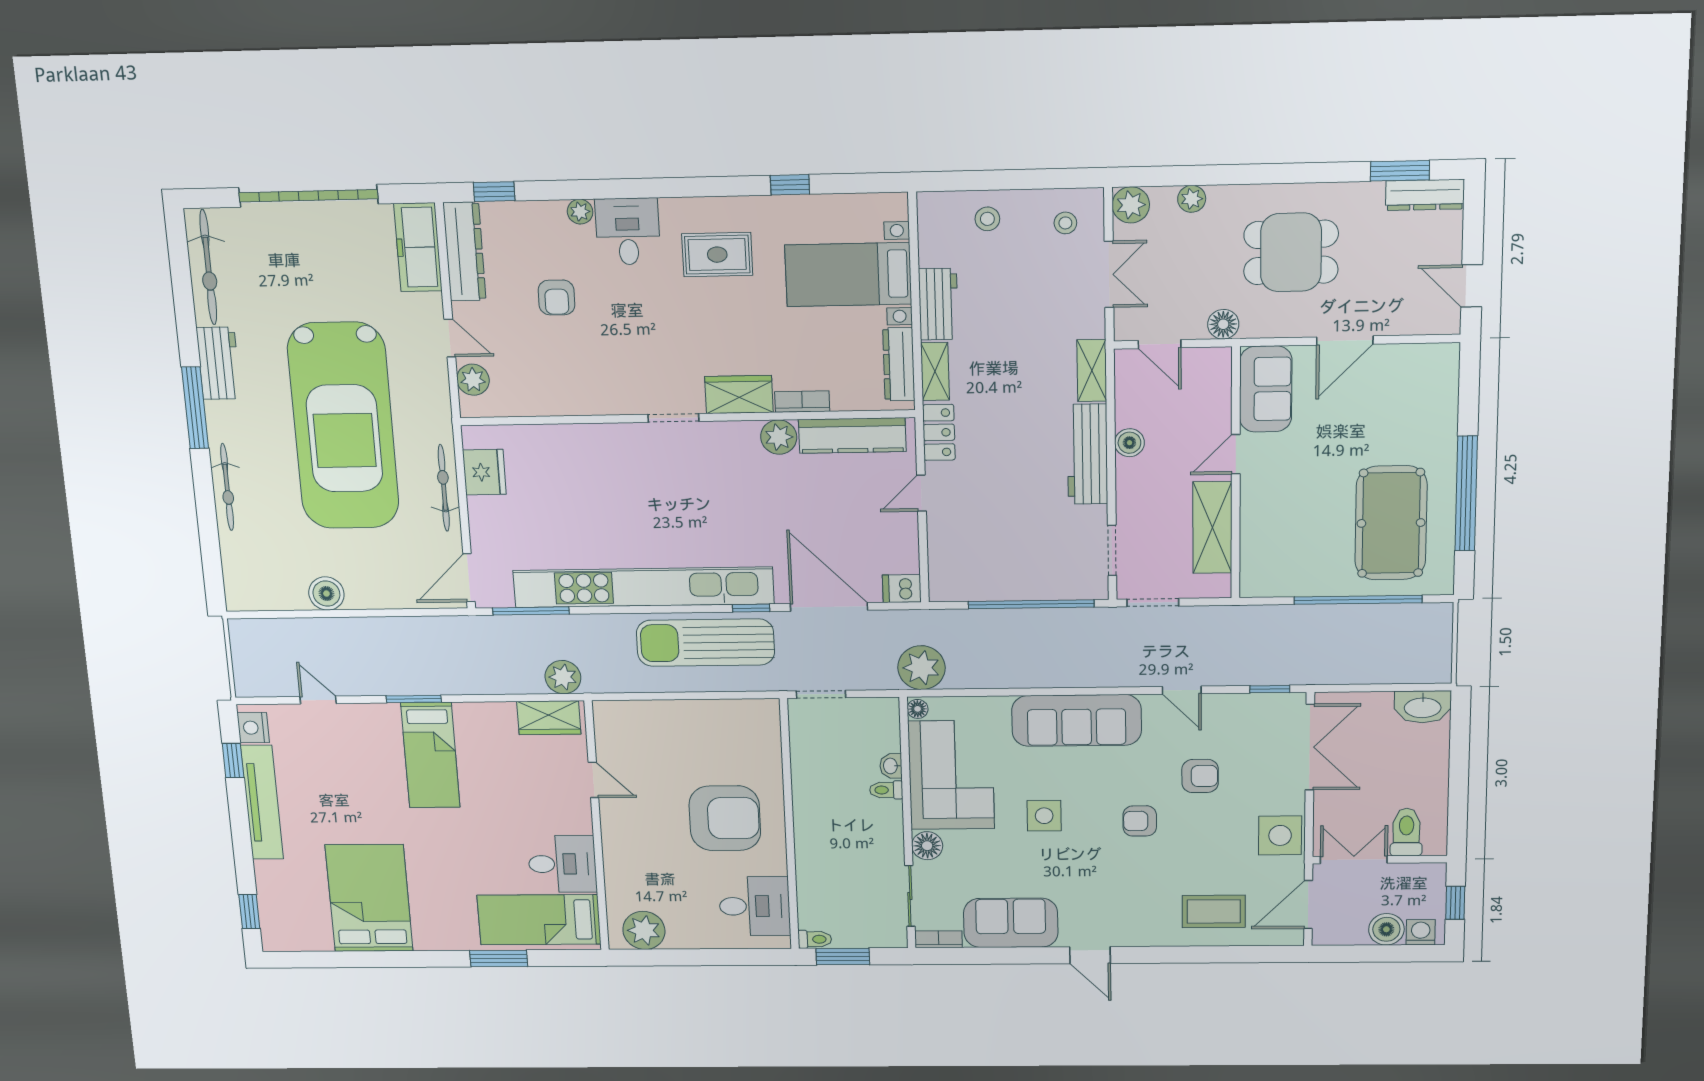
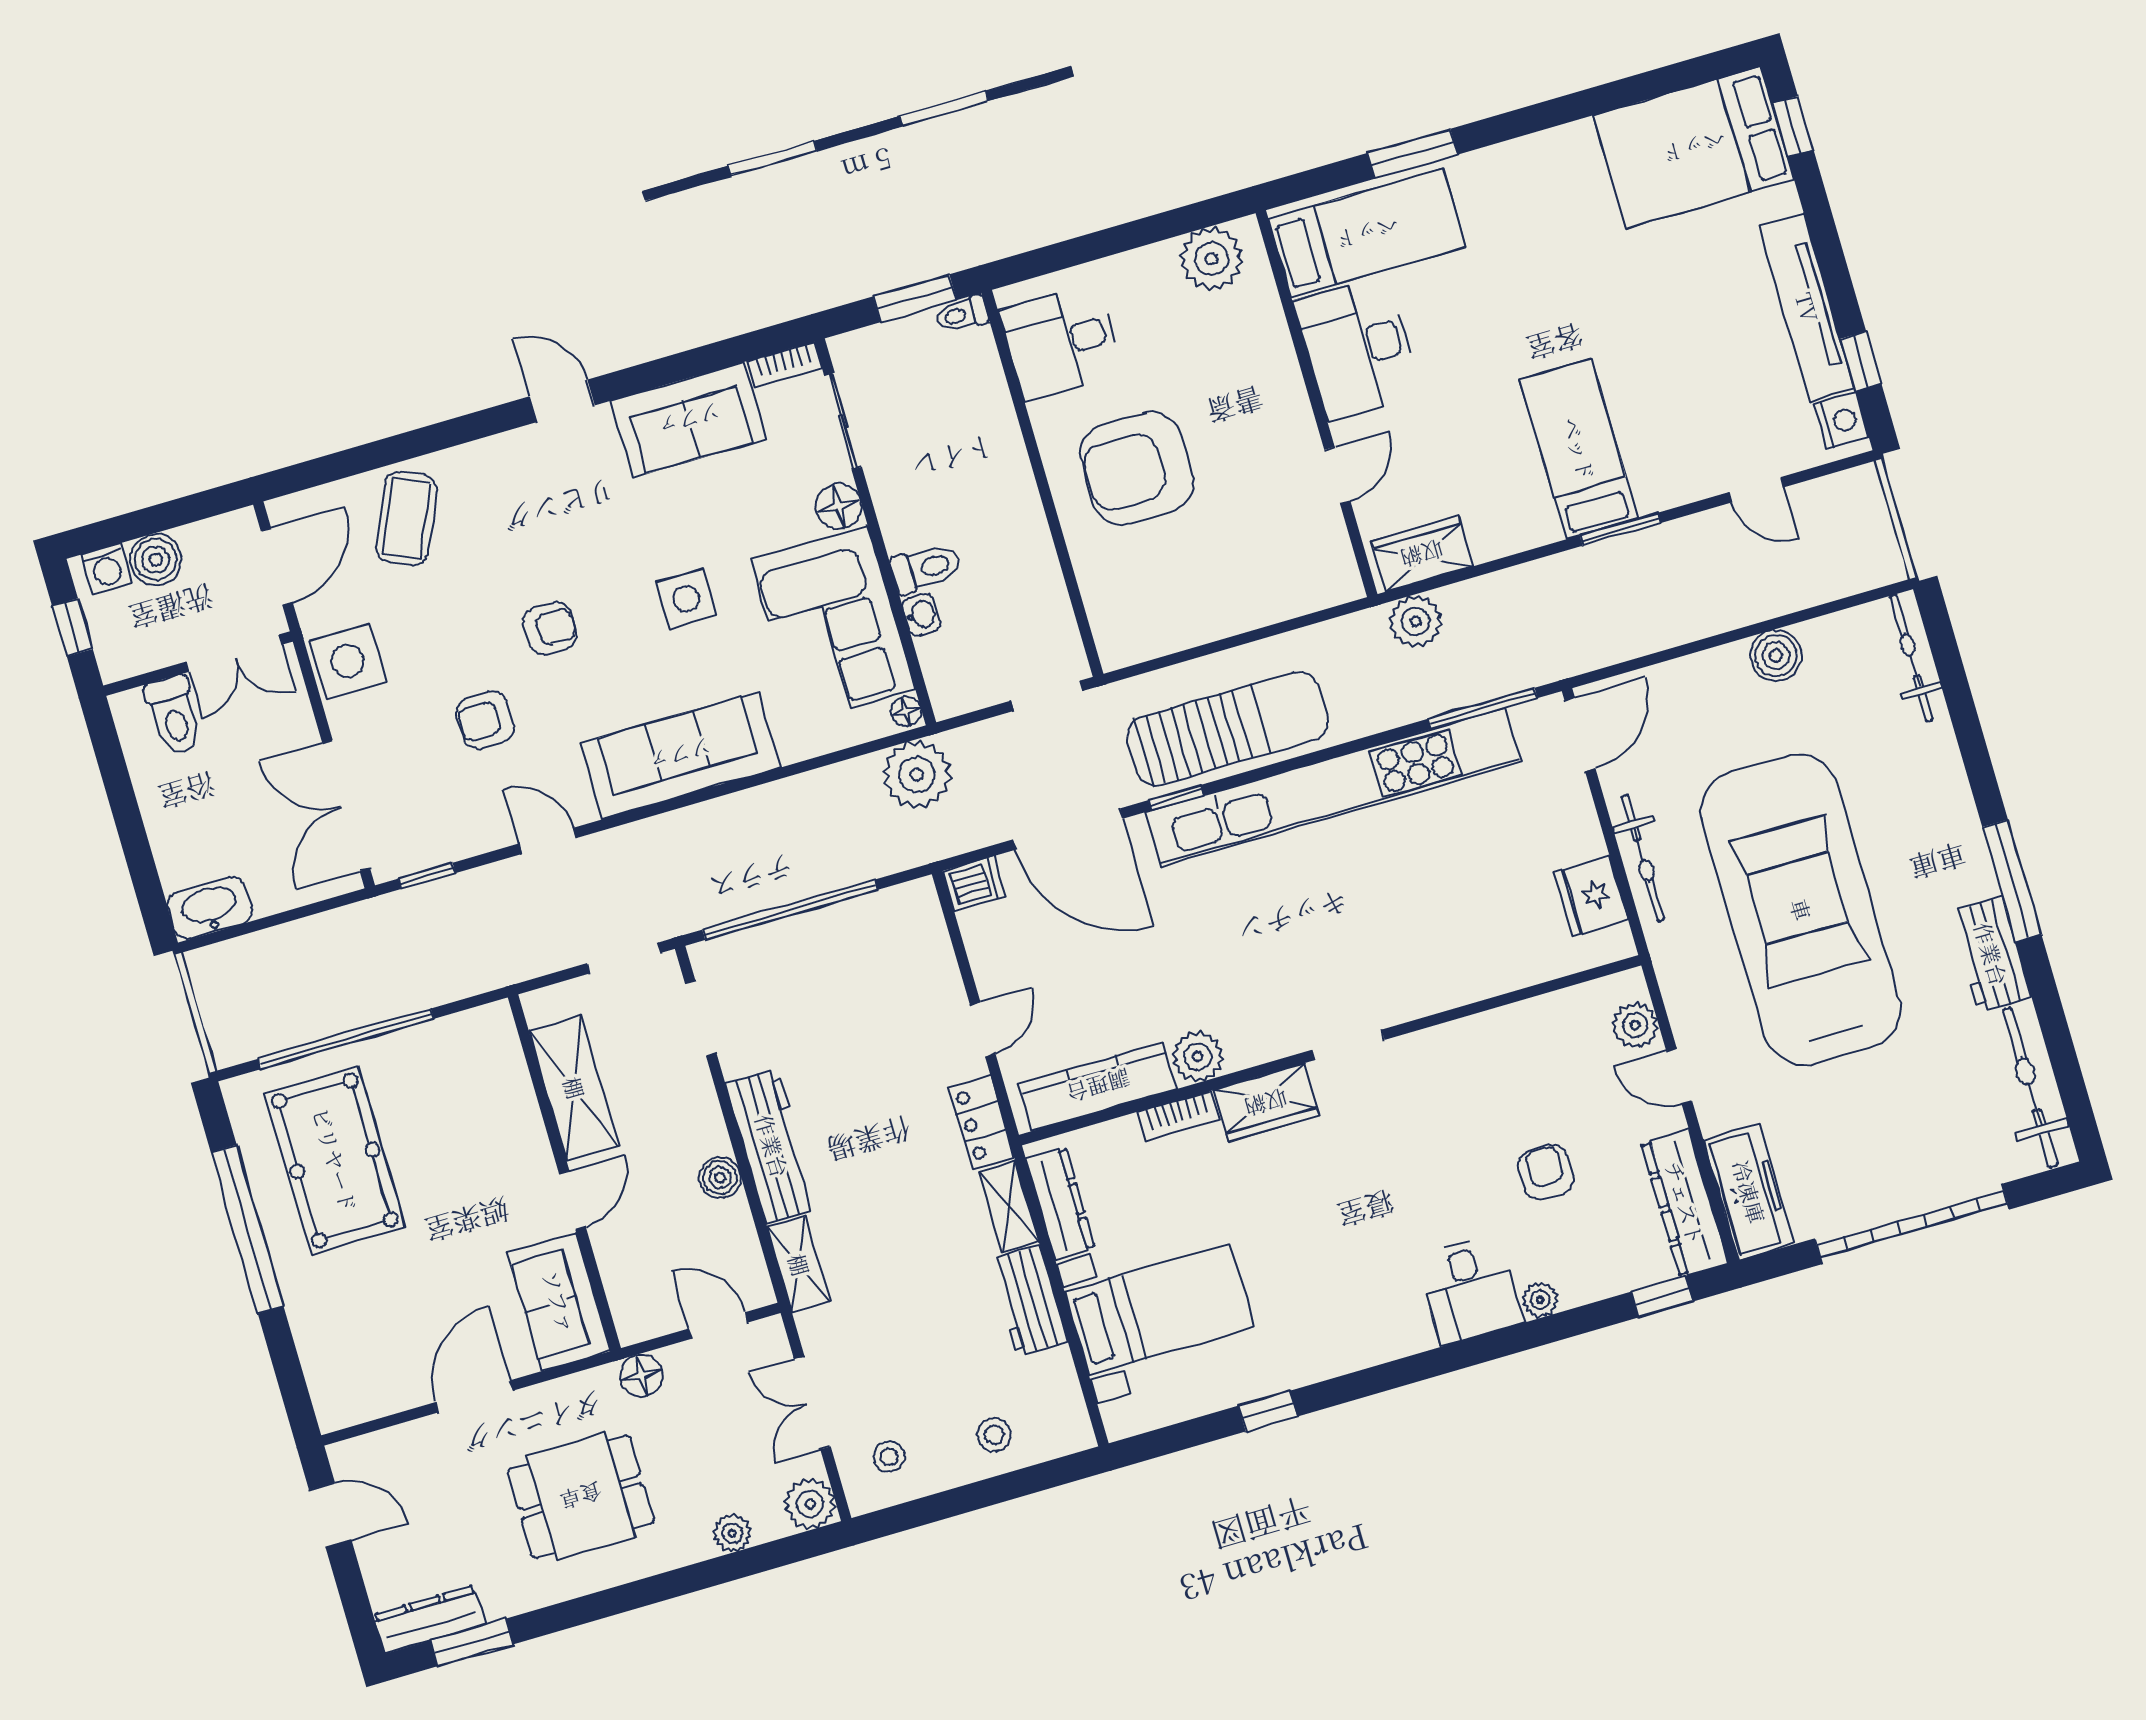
rug: (717, 255) -> (1342, 1290), removed
bicycle: (227, 487) -> (1911, 658), moved
door: (593, 780) -> (1337, 475), swing flipped
toilet: (886, 790) -> (926, 568), width x1.37, depth x1.39
desk: (562, 864) -> (1358, 348), width x1.37
bed: (369, 898) -> (1694, 147), moved, turned 90
coffee table: (1214, 911) -> (406, 519), turned -66

